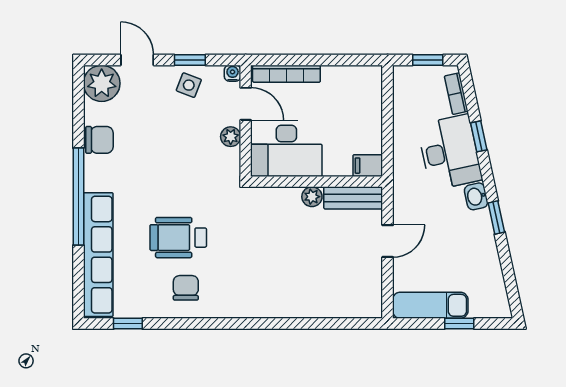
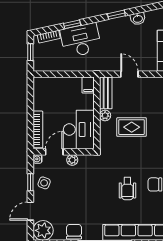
washbasin: (476, 196) -> (138, 19), moved
wheelchair: (178, 238) -> (127, 189), width x0.73, depth x0.73
rug: (291, 245) -> (132, 127), added

